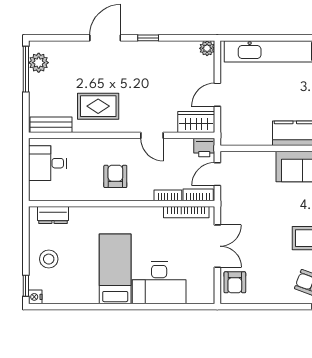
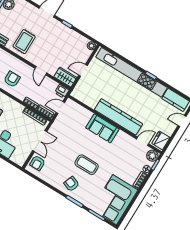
rug: (98, 106) -> (24, 42), turned 90

